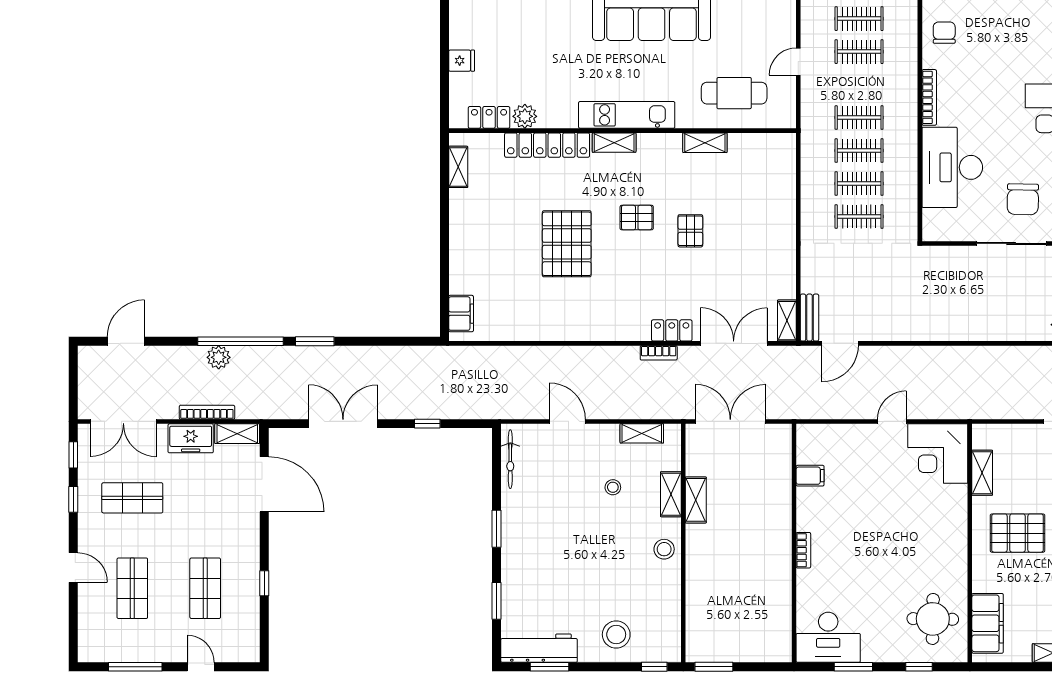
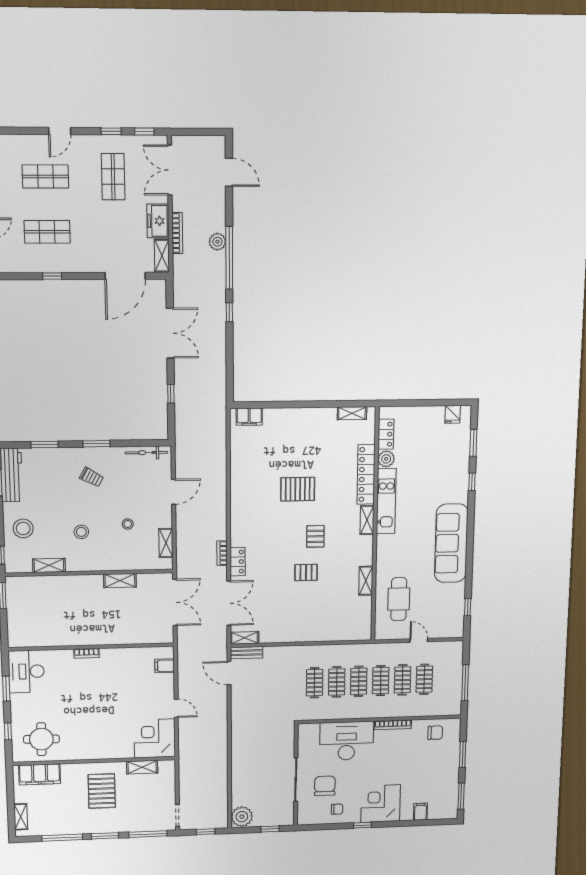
clothes rail: (859, 19) -> (403, 680), moved
fridge: (462, 61) -> (453, 414), moved
kitchen unit: (627, 115) -> (386, 501), moved
chair: (1023, 199) -> (325, 786), turned 89
pallet: (567, 244) -> (298, 489), width x0.73, depth x0.71
window: (315, 341) -> (229, 312), width x0.67
filing cabinet: (810, 476) -> (165, 666), moved, turned 90
shelving: (671, 494) -> (49, 565), moved
trolley: (544, 537) -> (92, 477), added
stool: (664, 549) -> (81, 532), moved

